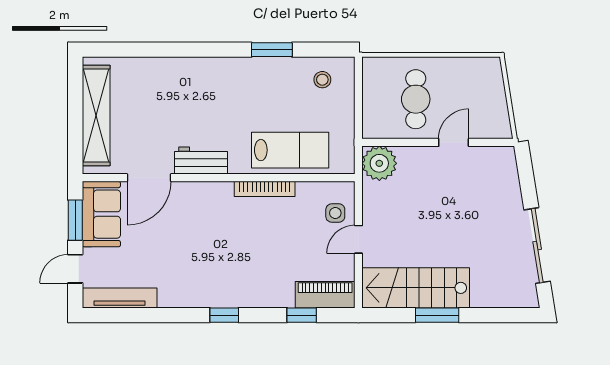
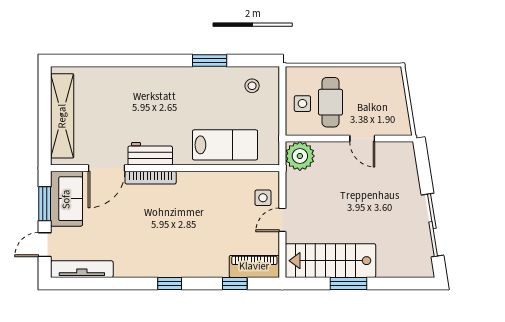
side table: (382, 101) -> (302, 104), added
door: (454, 142) -> (362, 139), swing flipped
bookcase: (265, 189) -> (151, 178), moved

